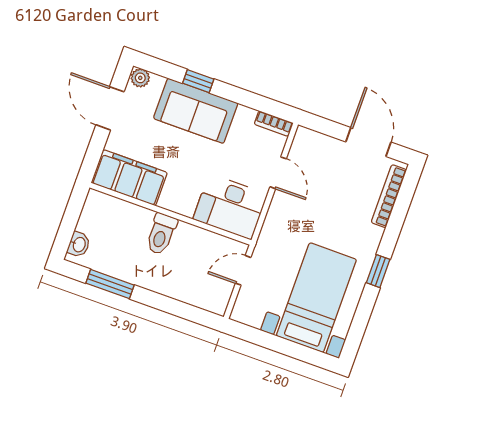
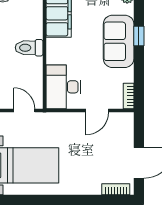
bookcase: (389, 196) -> (116, 189), width x0.64
window: (378, 271) -> (56, 200), removed

